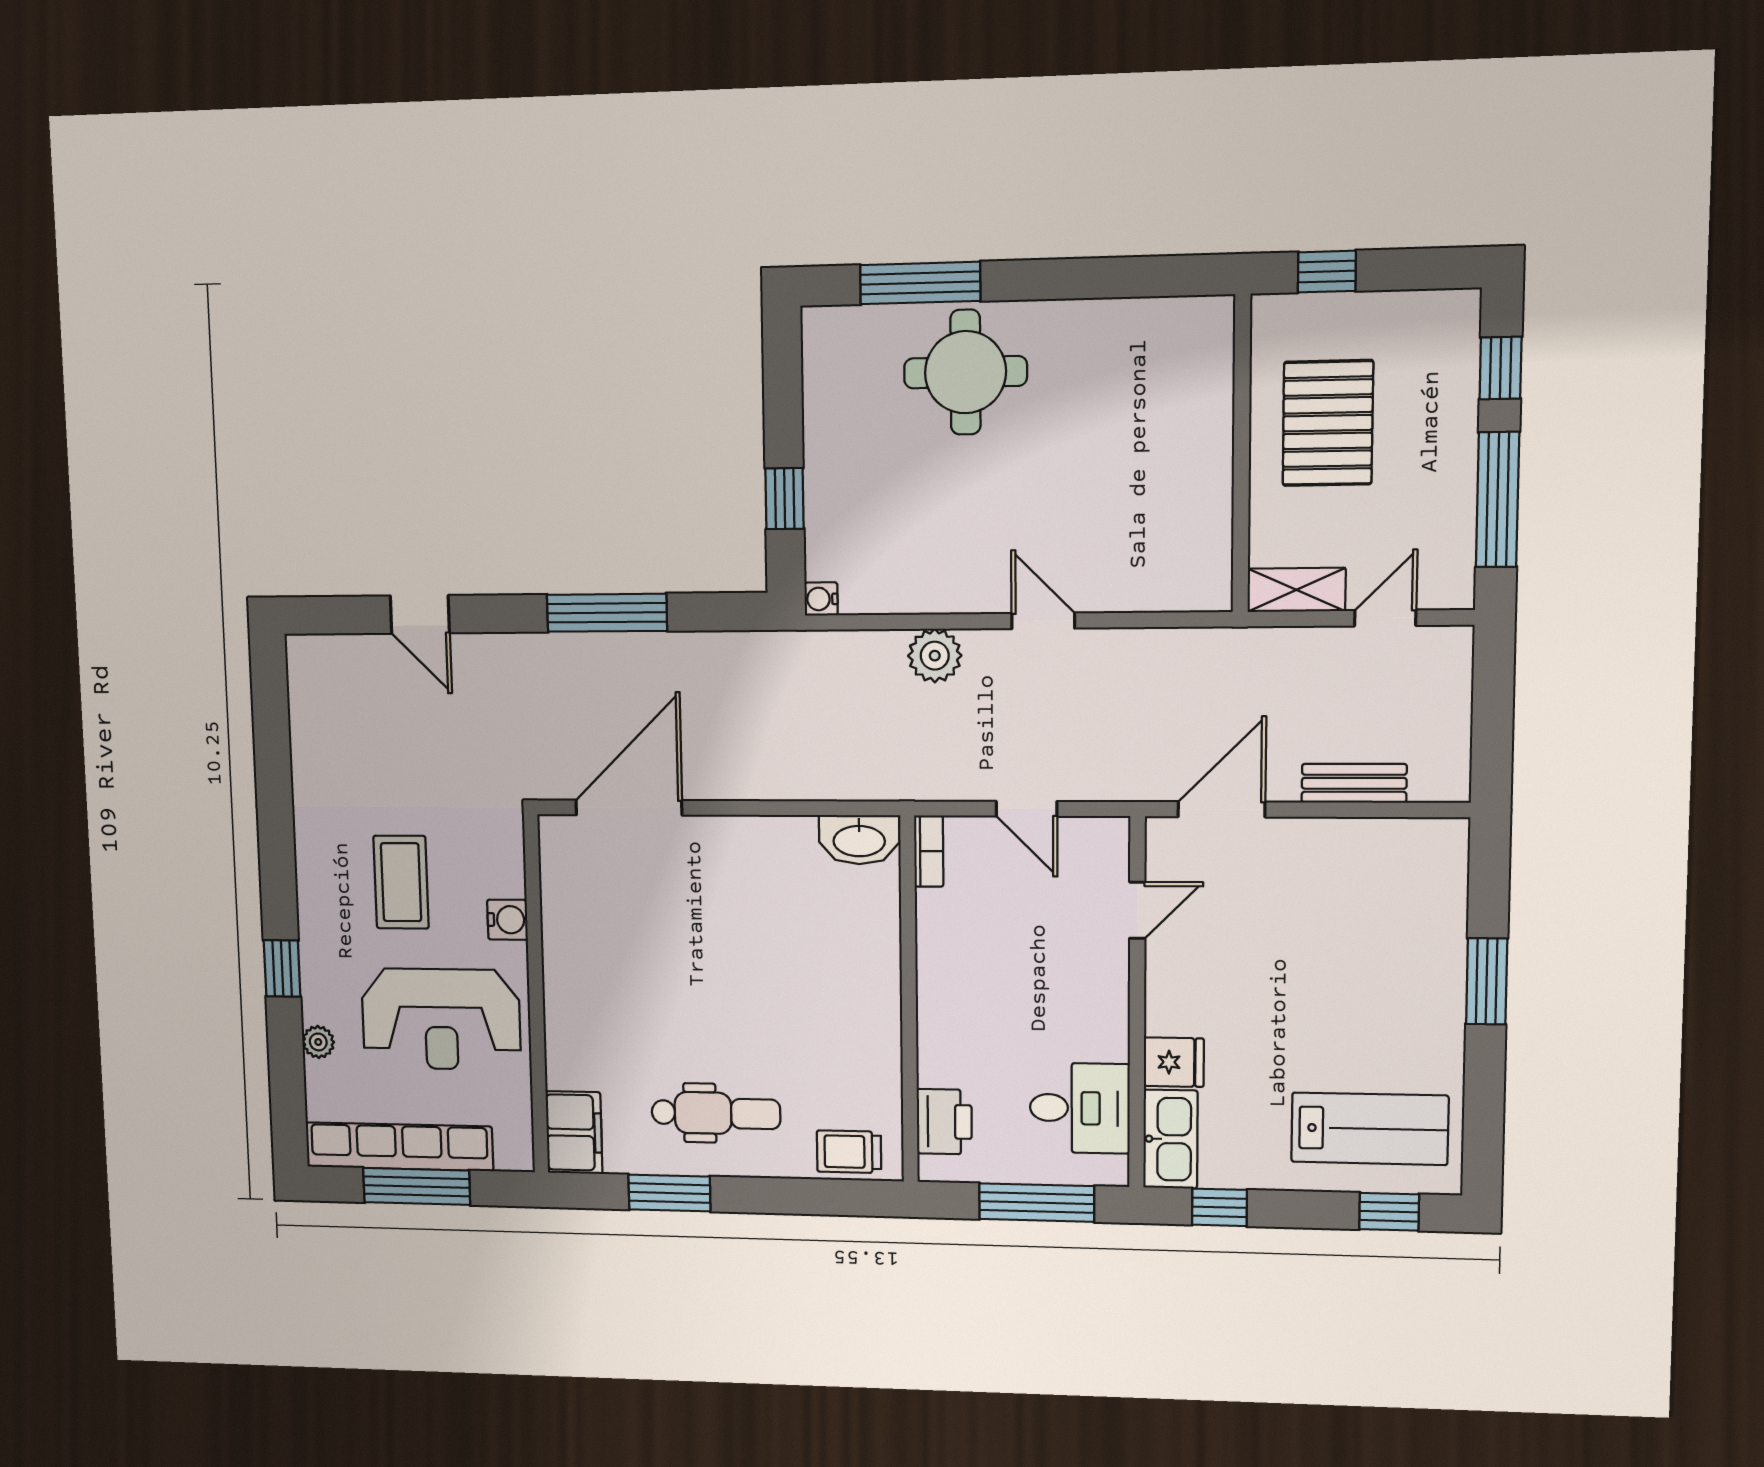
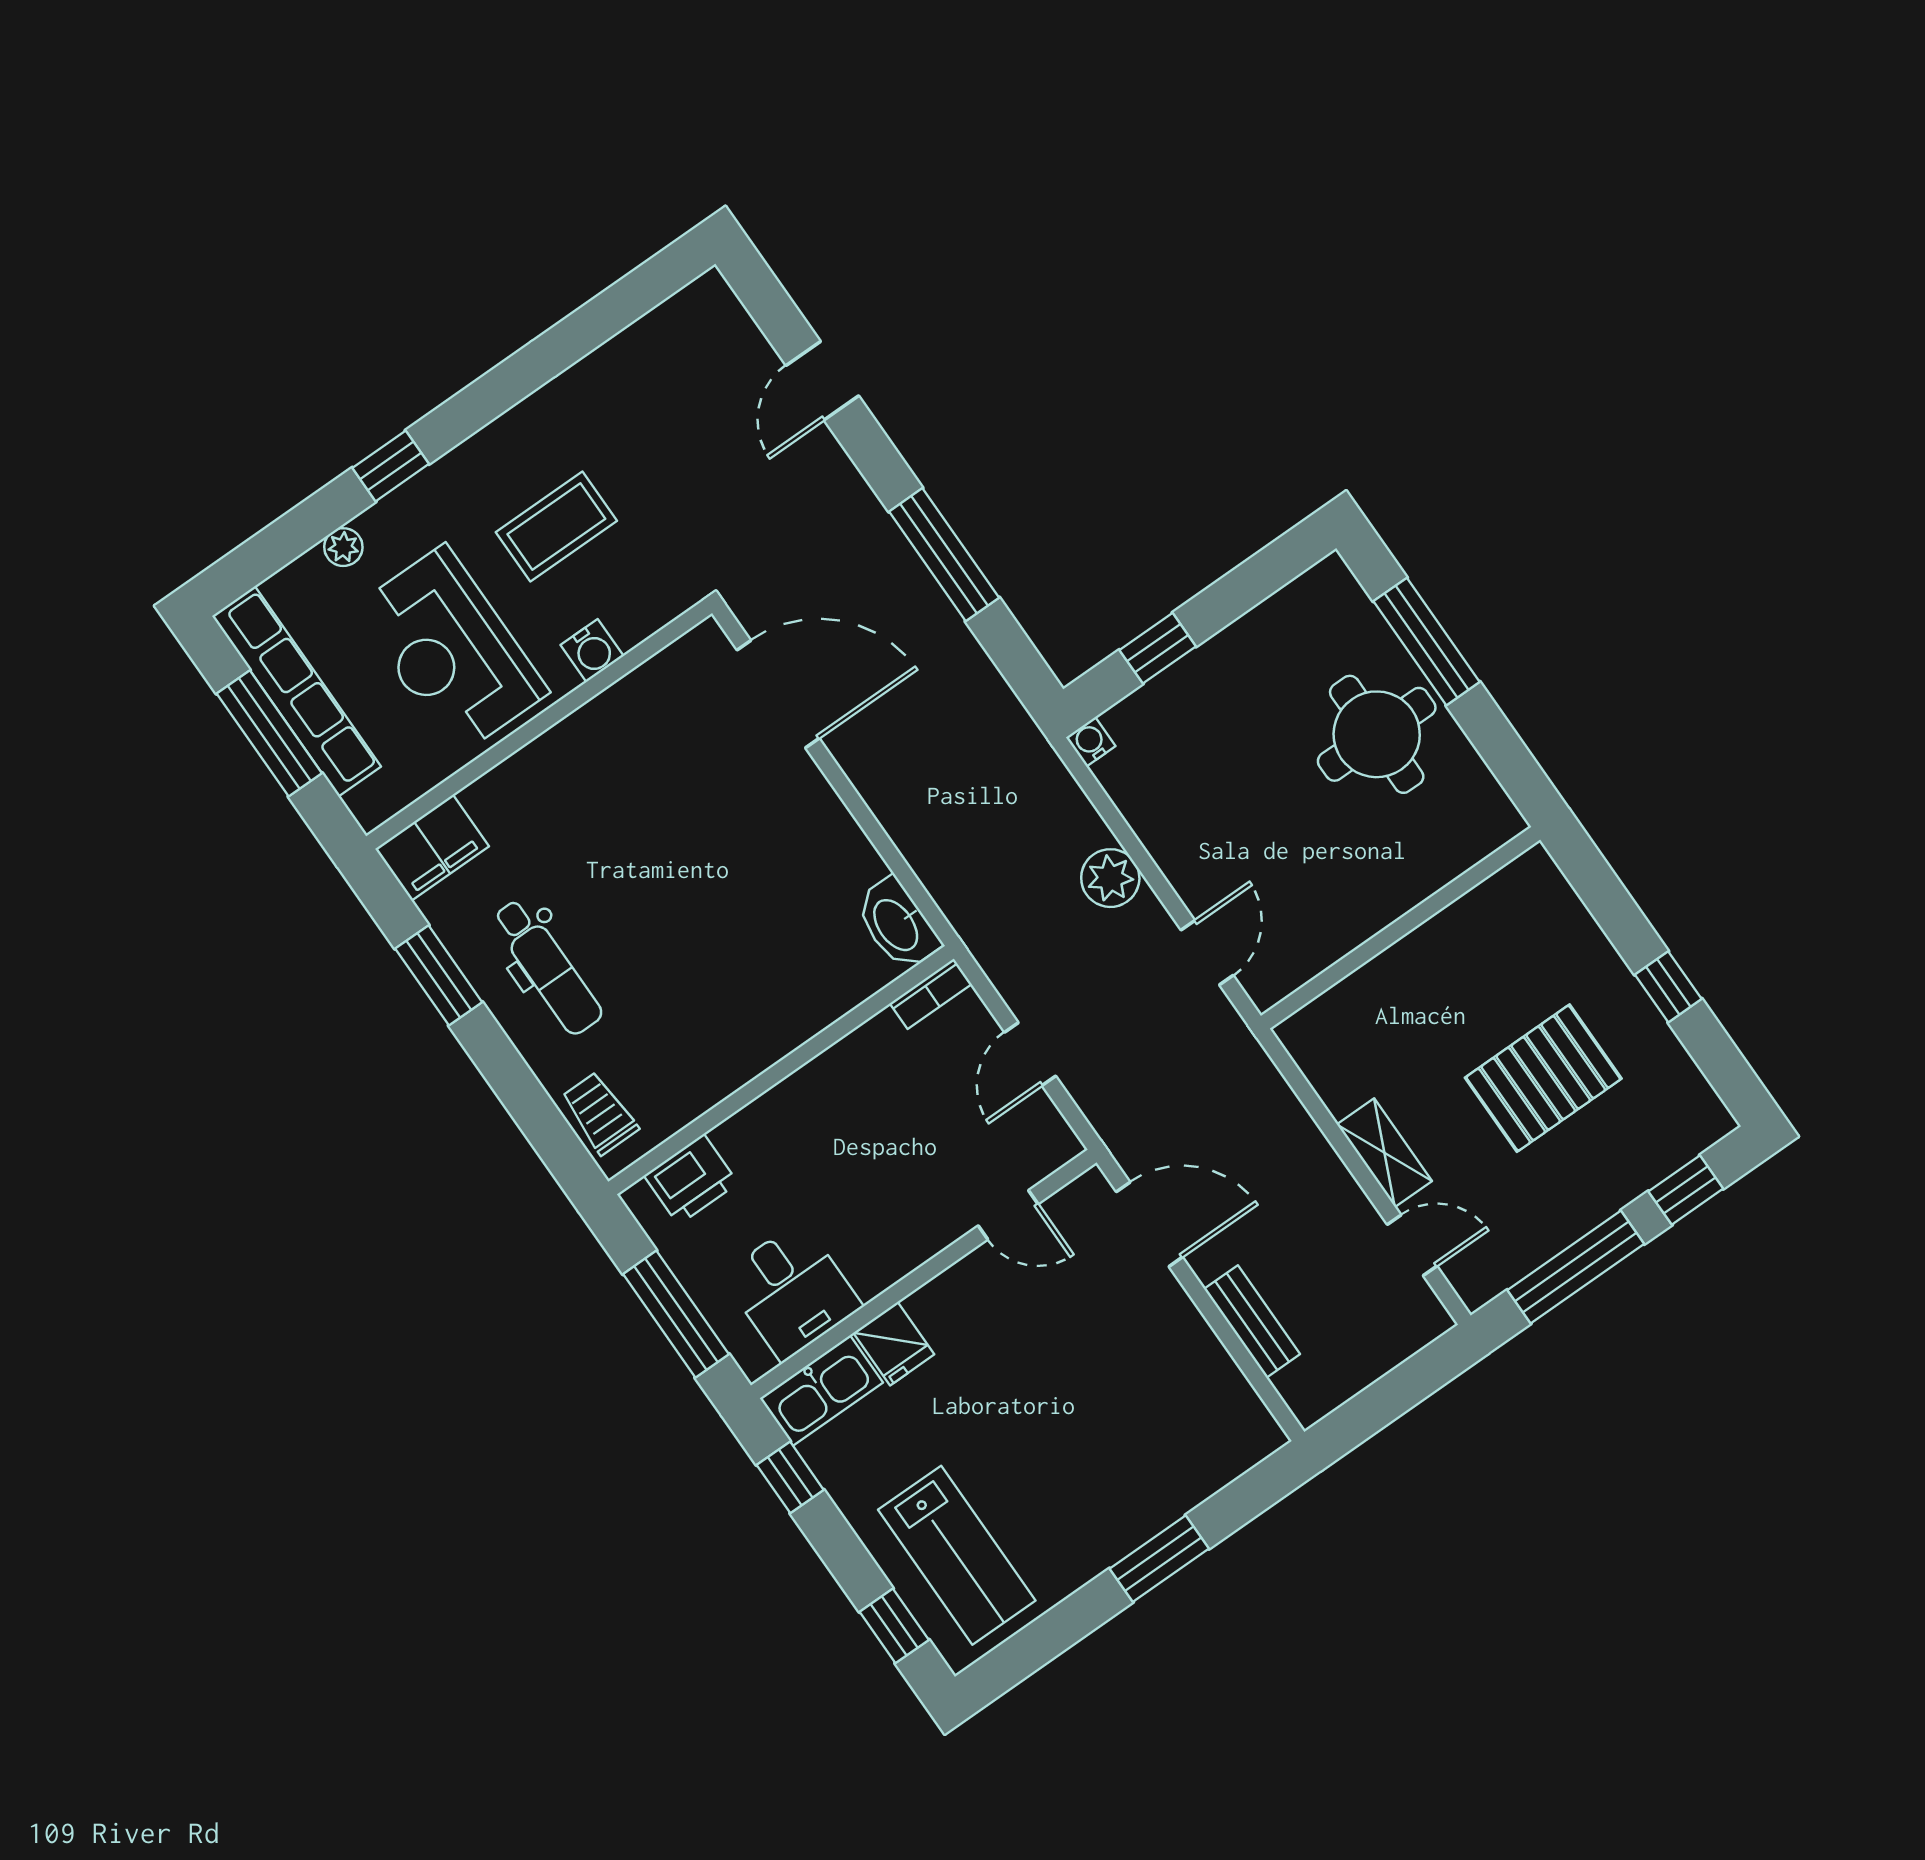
wall: (1241, 454) -> (1401, 928), moved

